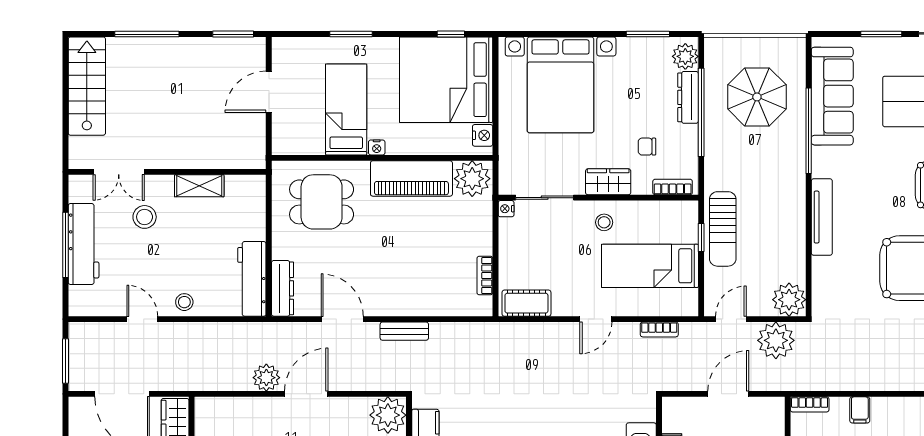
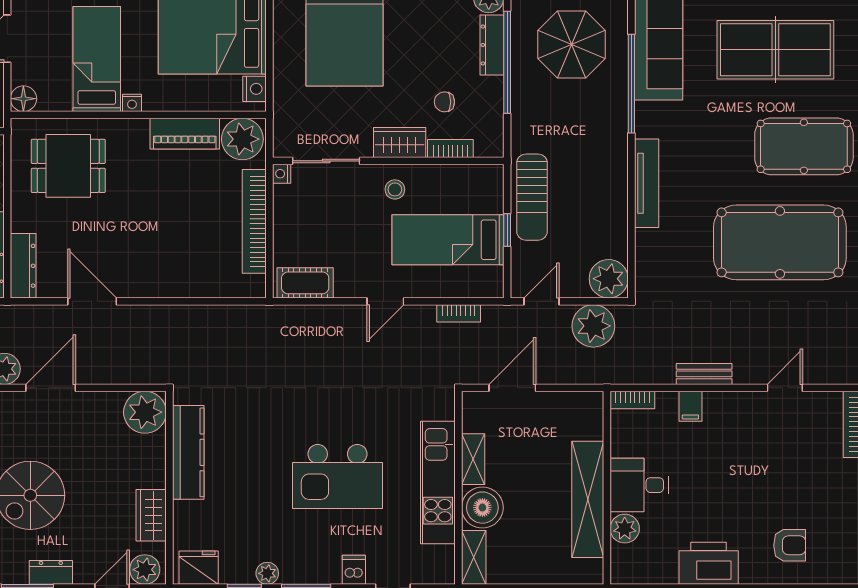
floor lamp: (283, 144) -> (23, 99), added
piano: (411, 178) -> (185, 134), width x0.73, depth x0.75
bookcase: (673, 187) -> (450, 149), moved
window: (701, 238) -> (507, 230), moved
bookcase: (485, 276) -> (254, 221), width x2.31, depth x1.31
bench: (404, 331) -> (704, 374), moved
door: (728, 394) -> (512, 388), moved

